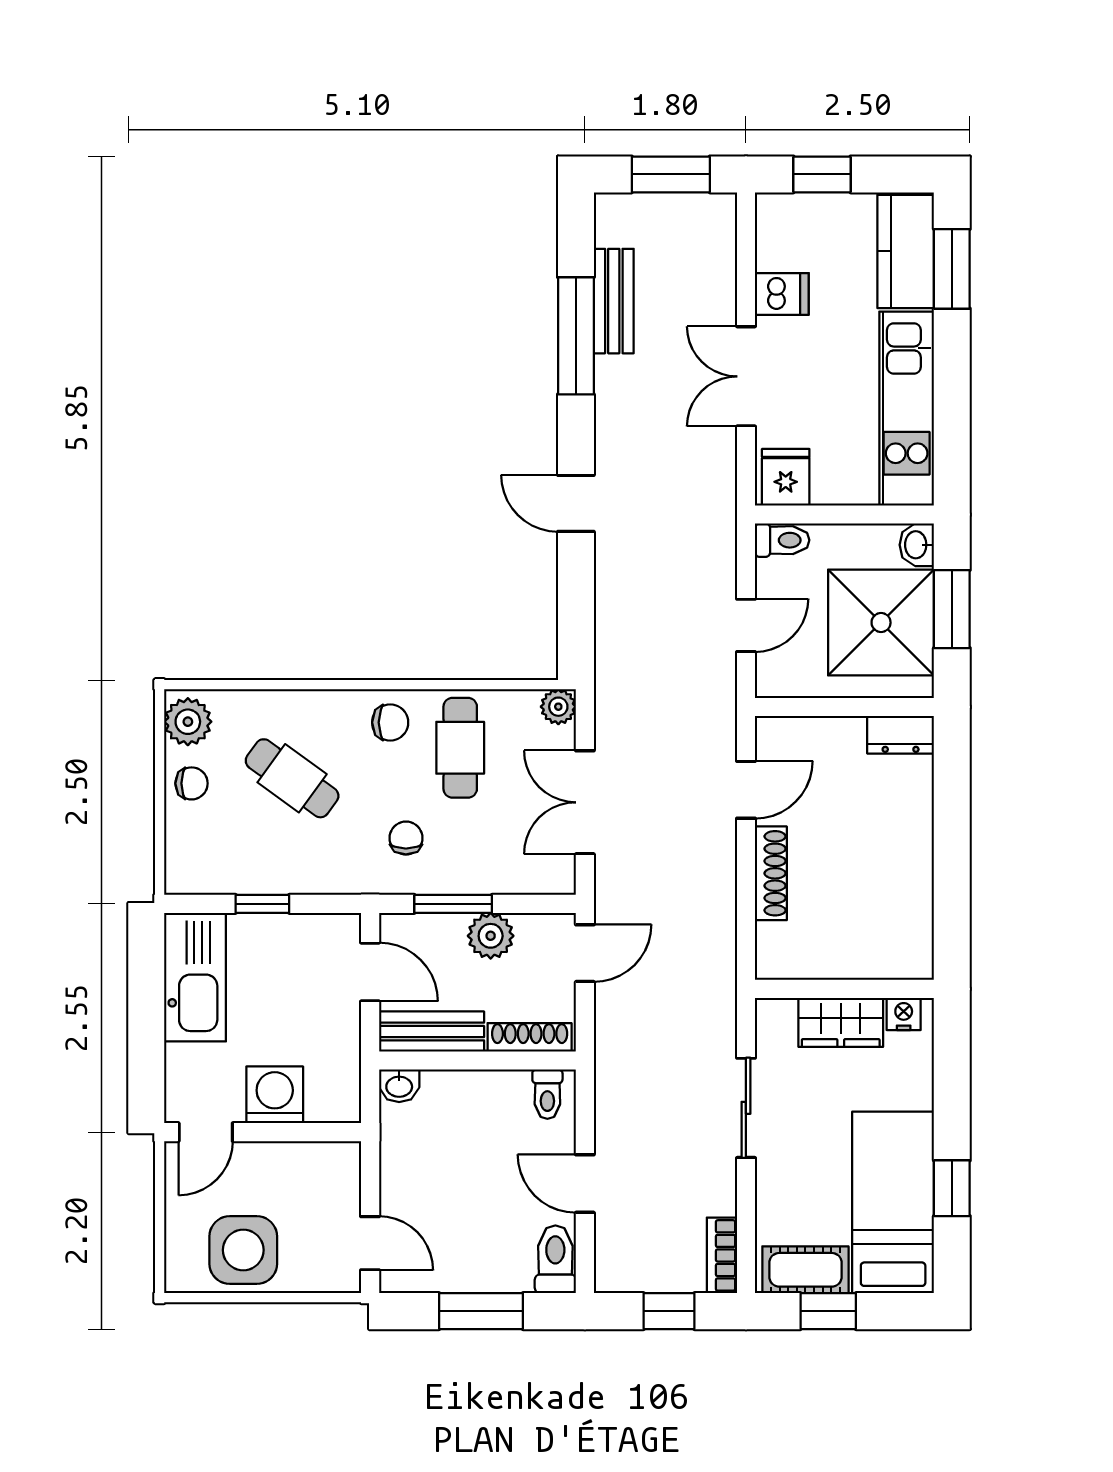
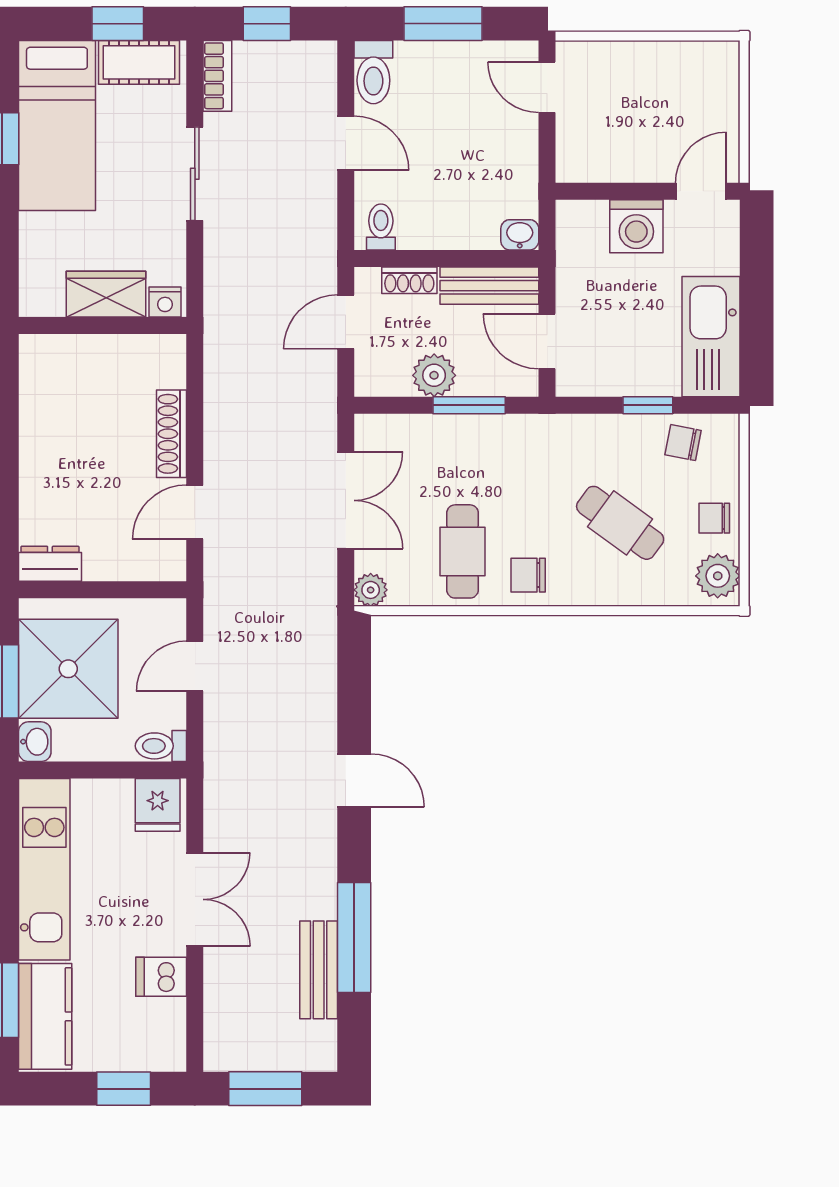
chair: (406, 838) -> (683, 443), moved, turned 101
door: (585, 953) -> (346, 322), moved
nightstand: (904, 1014) -> (165, 302), moved
shoe rack: (530, 1037) -> (409, 280), width x0.70
sliding door: (746, 1108) -> (195, 174), moved
side table: (243, 1250) -> (666, 81), removed

